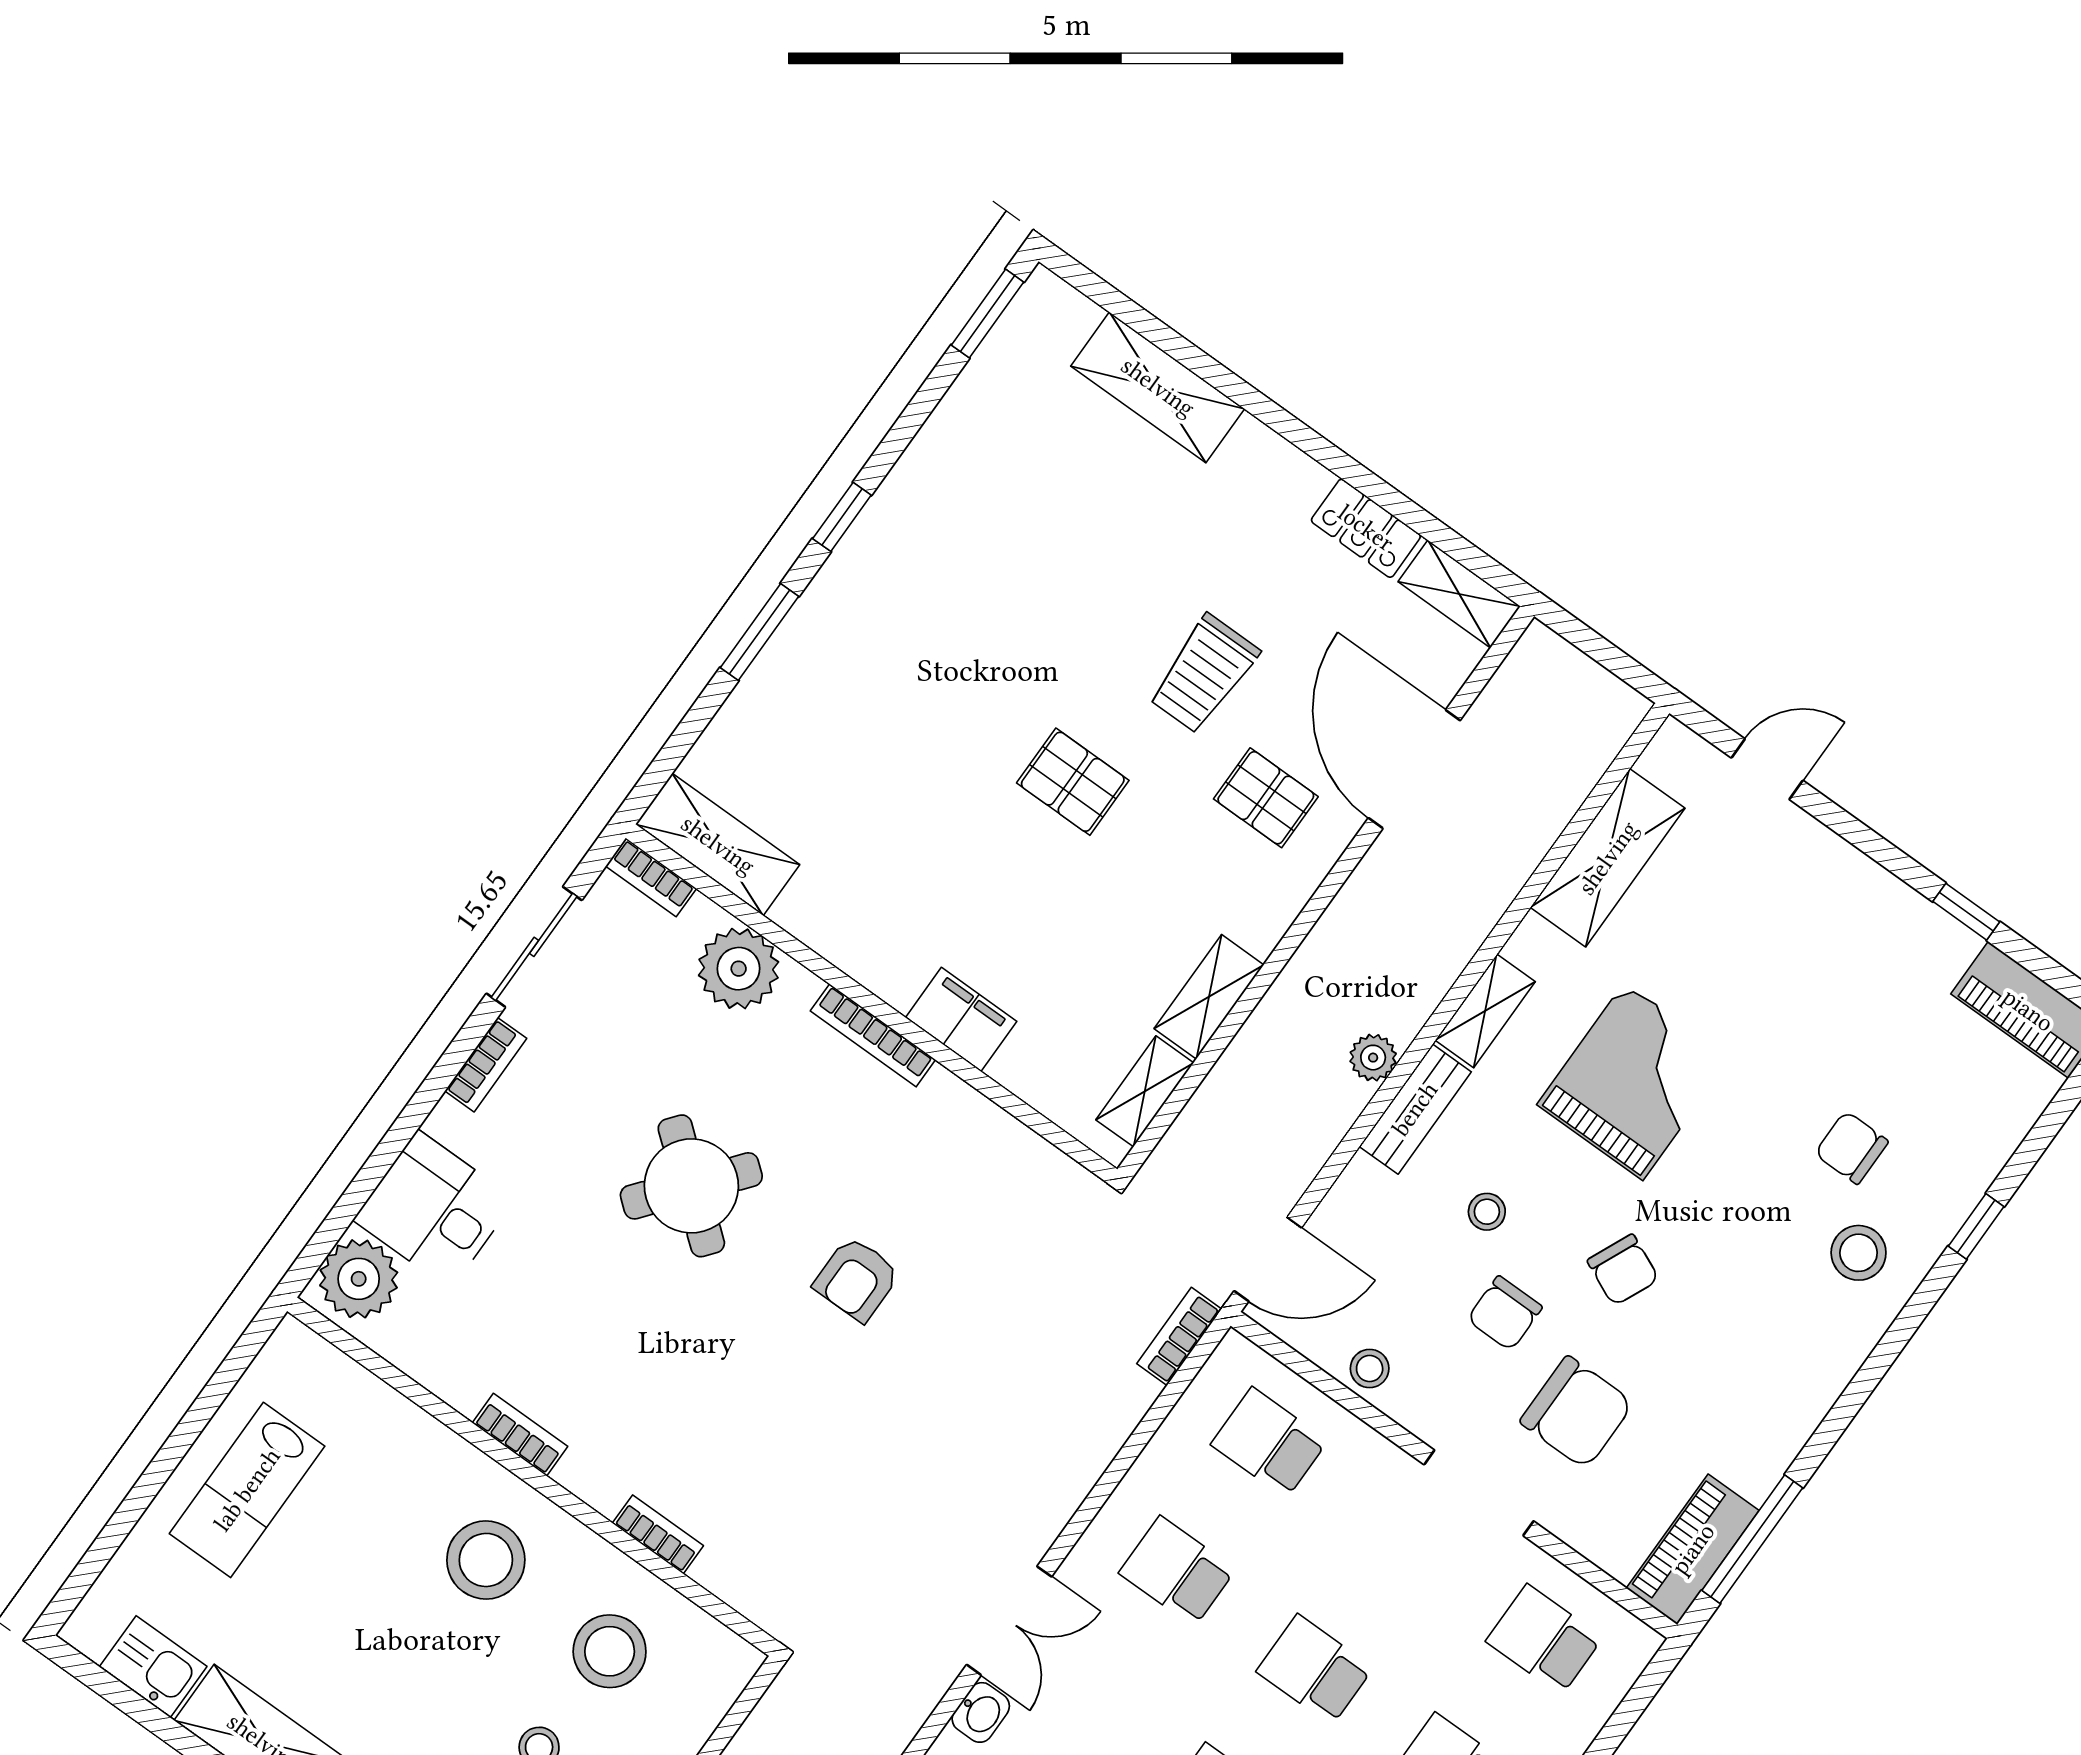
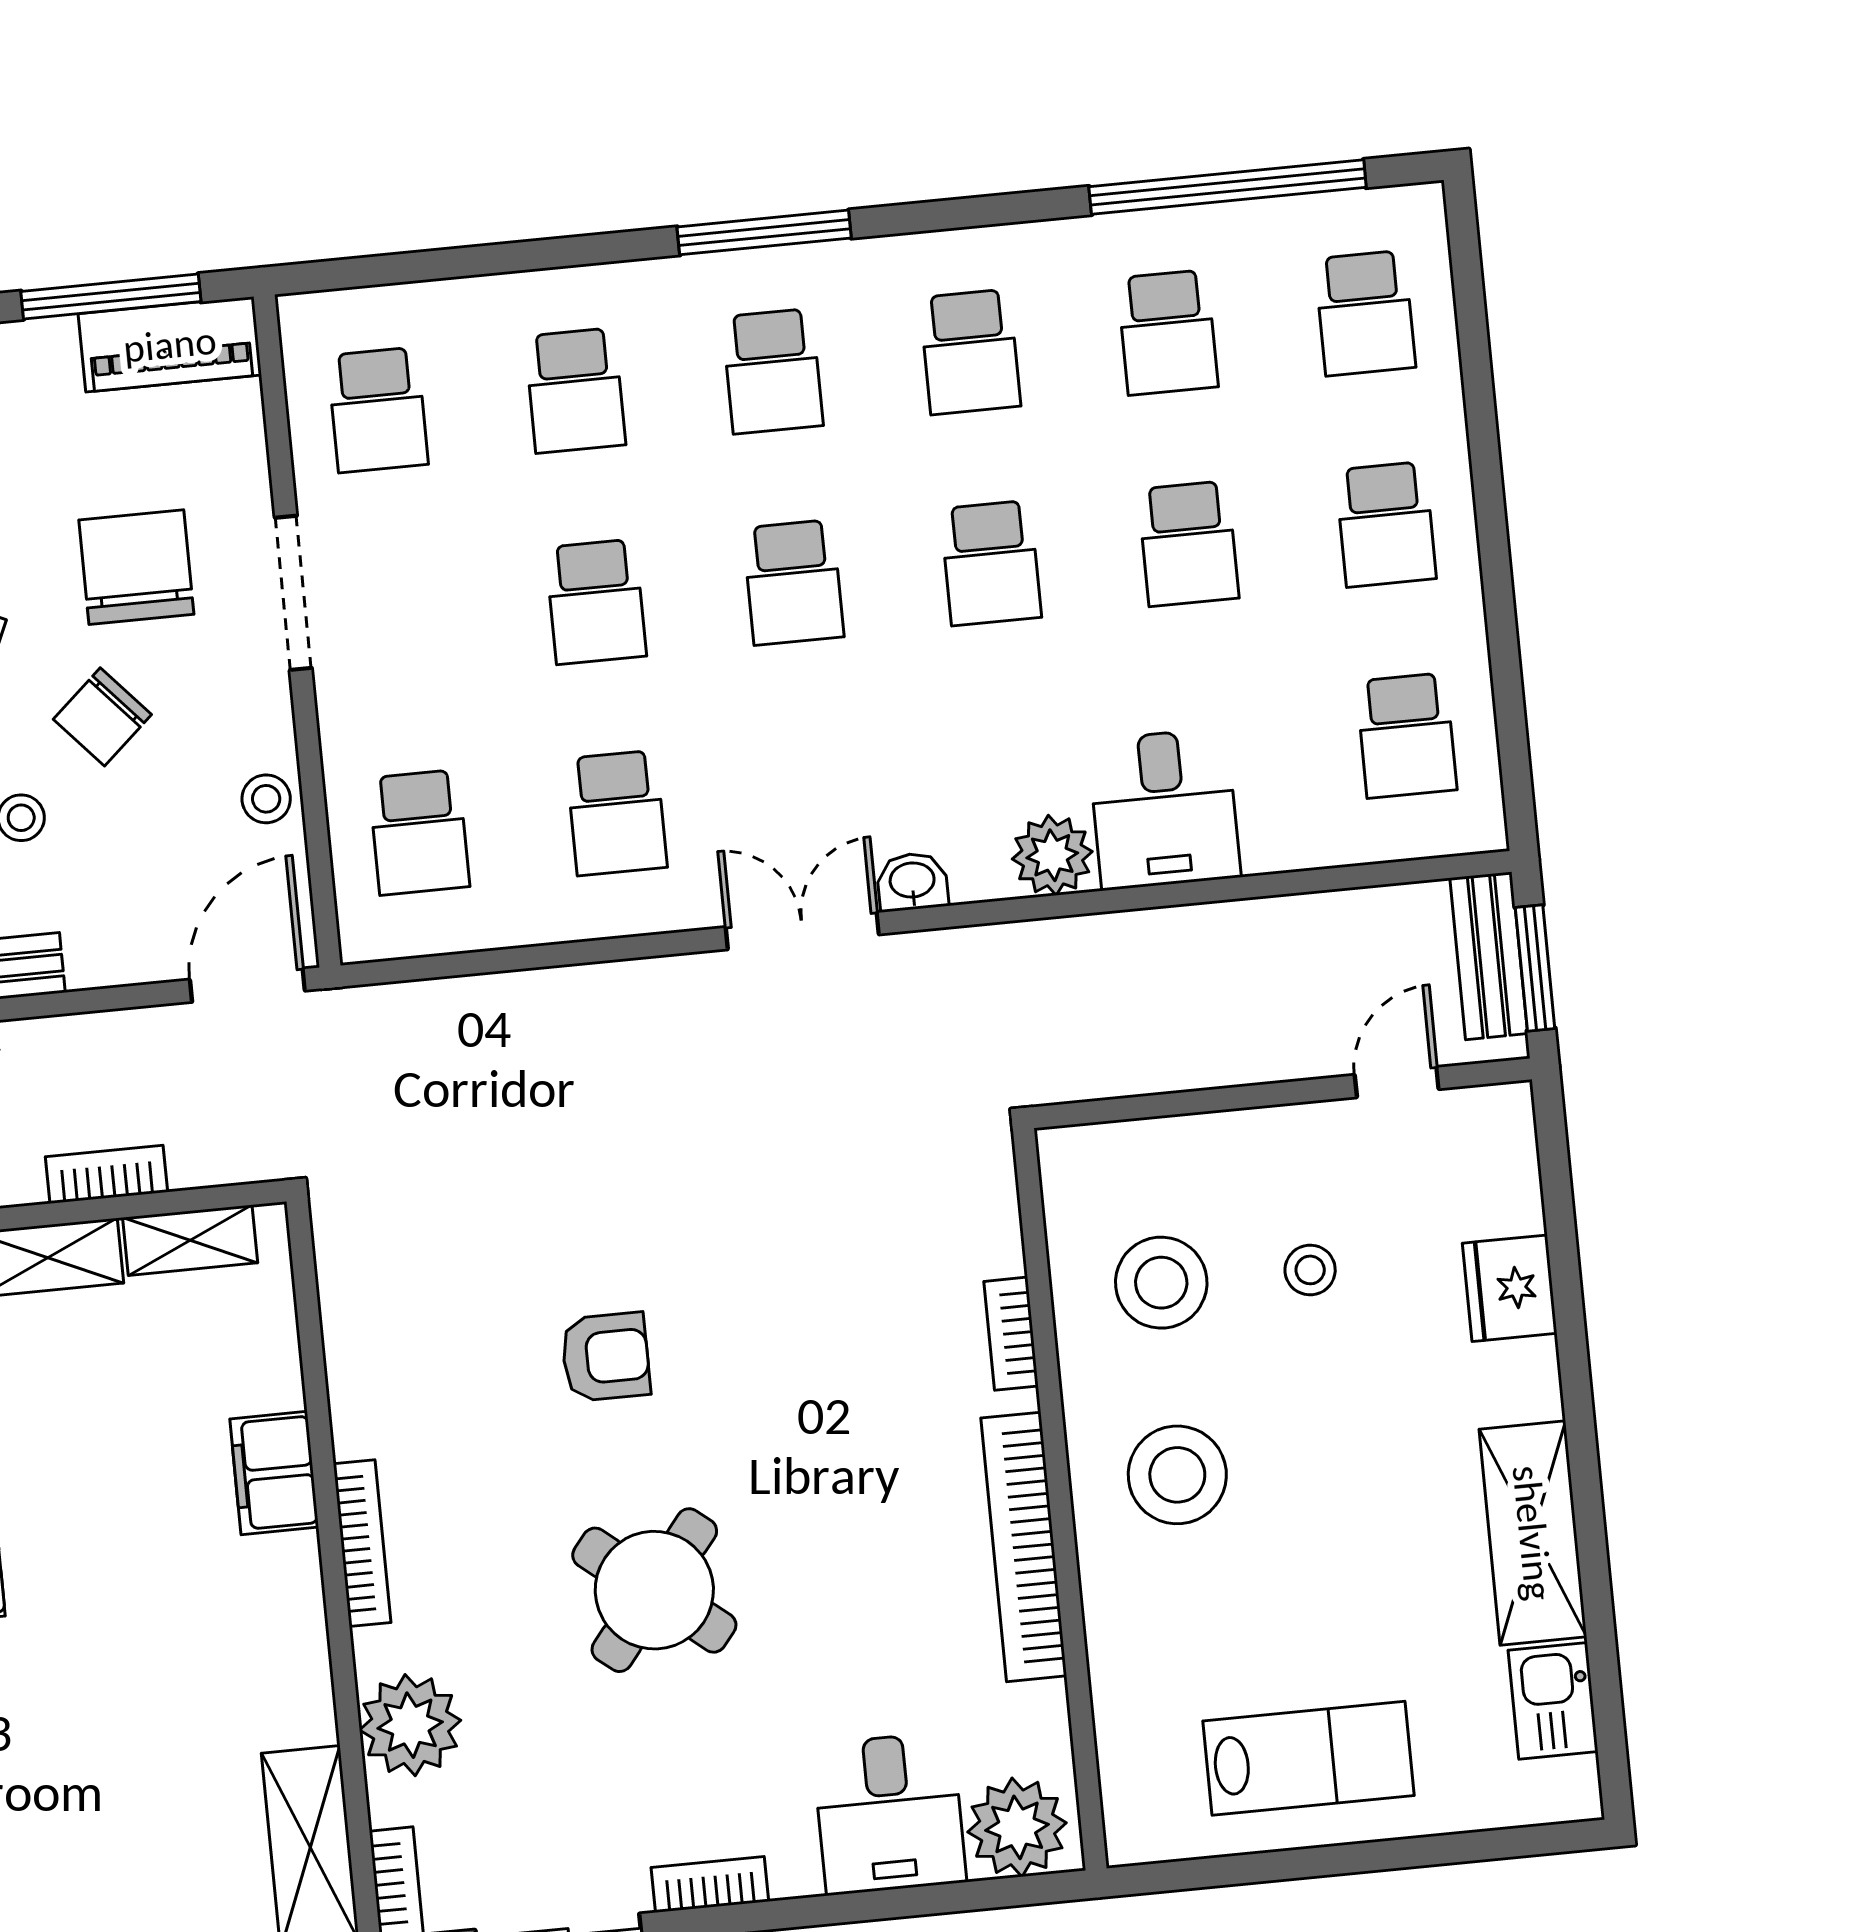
door: (1268, 1259) -> (247, 985), hinge flipped
chair: (1505, 1313) -> (102, 717), turned 138
bookcase: (1179, 1336) -> (106, 1174), moved, turned 180
bookcase: (520, 1435) -> (1024, 1547), width x2.31, depth x1.31

